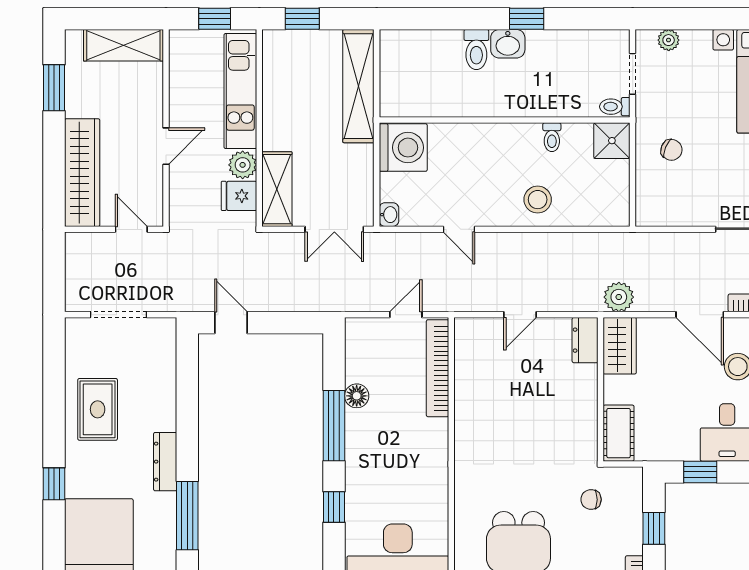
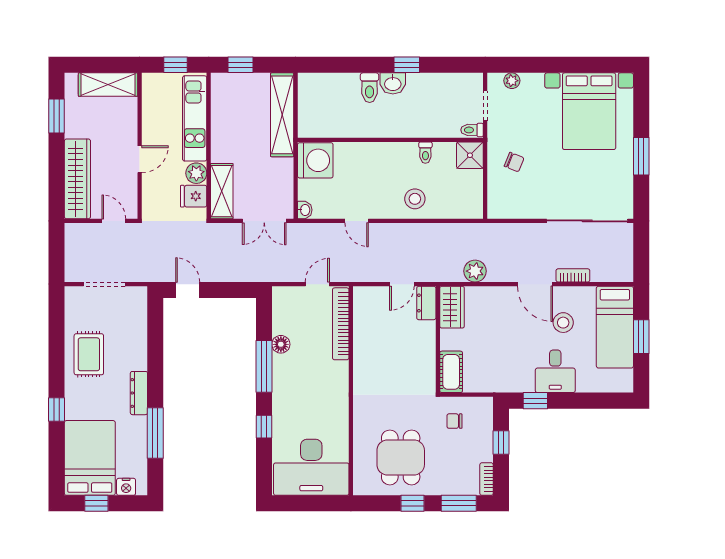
dresser: (585, 340) -> (426, 303), moved
wardrobe: (620, 346) -> (452, 307), moved
wall: (601, 389) -> (438, 339), moved
cot: (619, 433) -> (451, 372), moved

